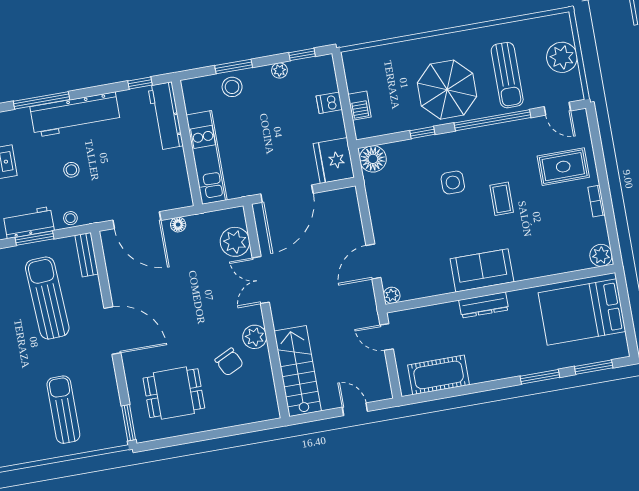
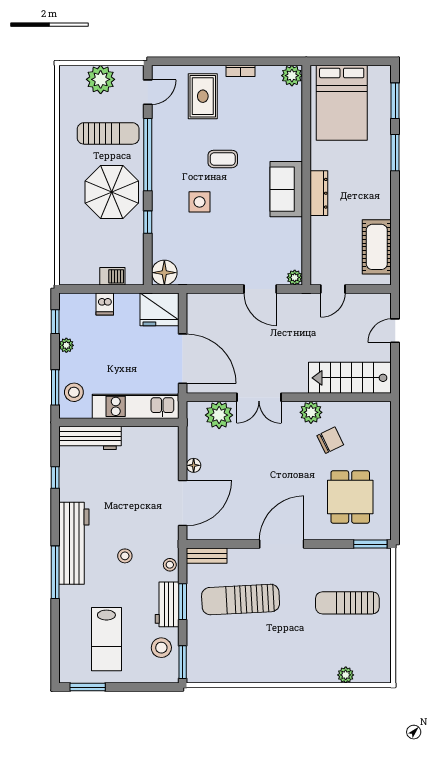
workbench: (166, 116) -> (90, 438), moved
wall: (187, 143) -> (119, 422), moved
kitchen unit: (207, 157) -> (136, 406), moved

